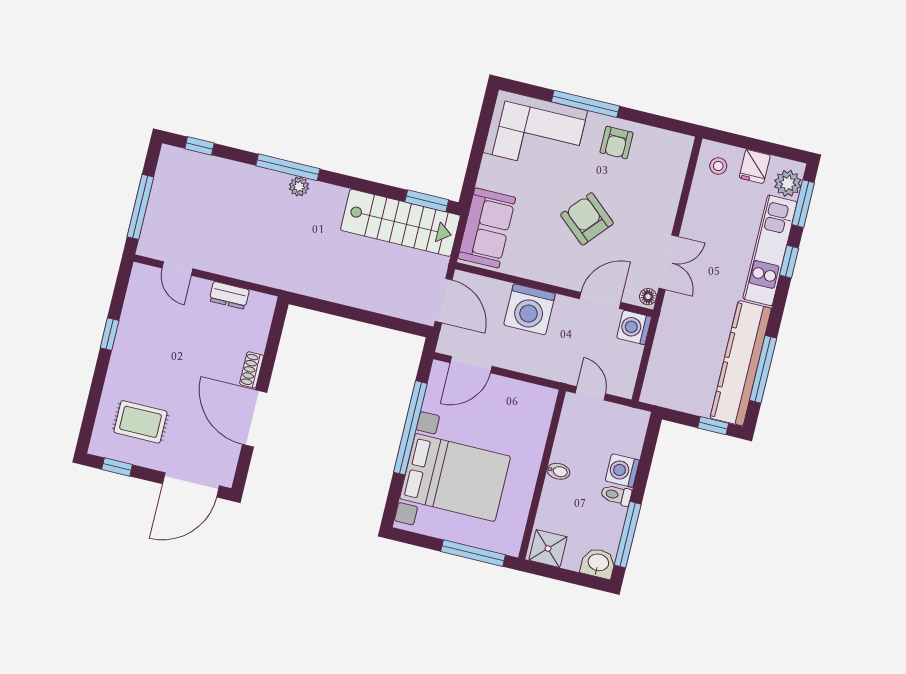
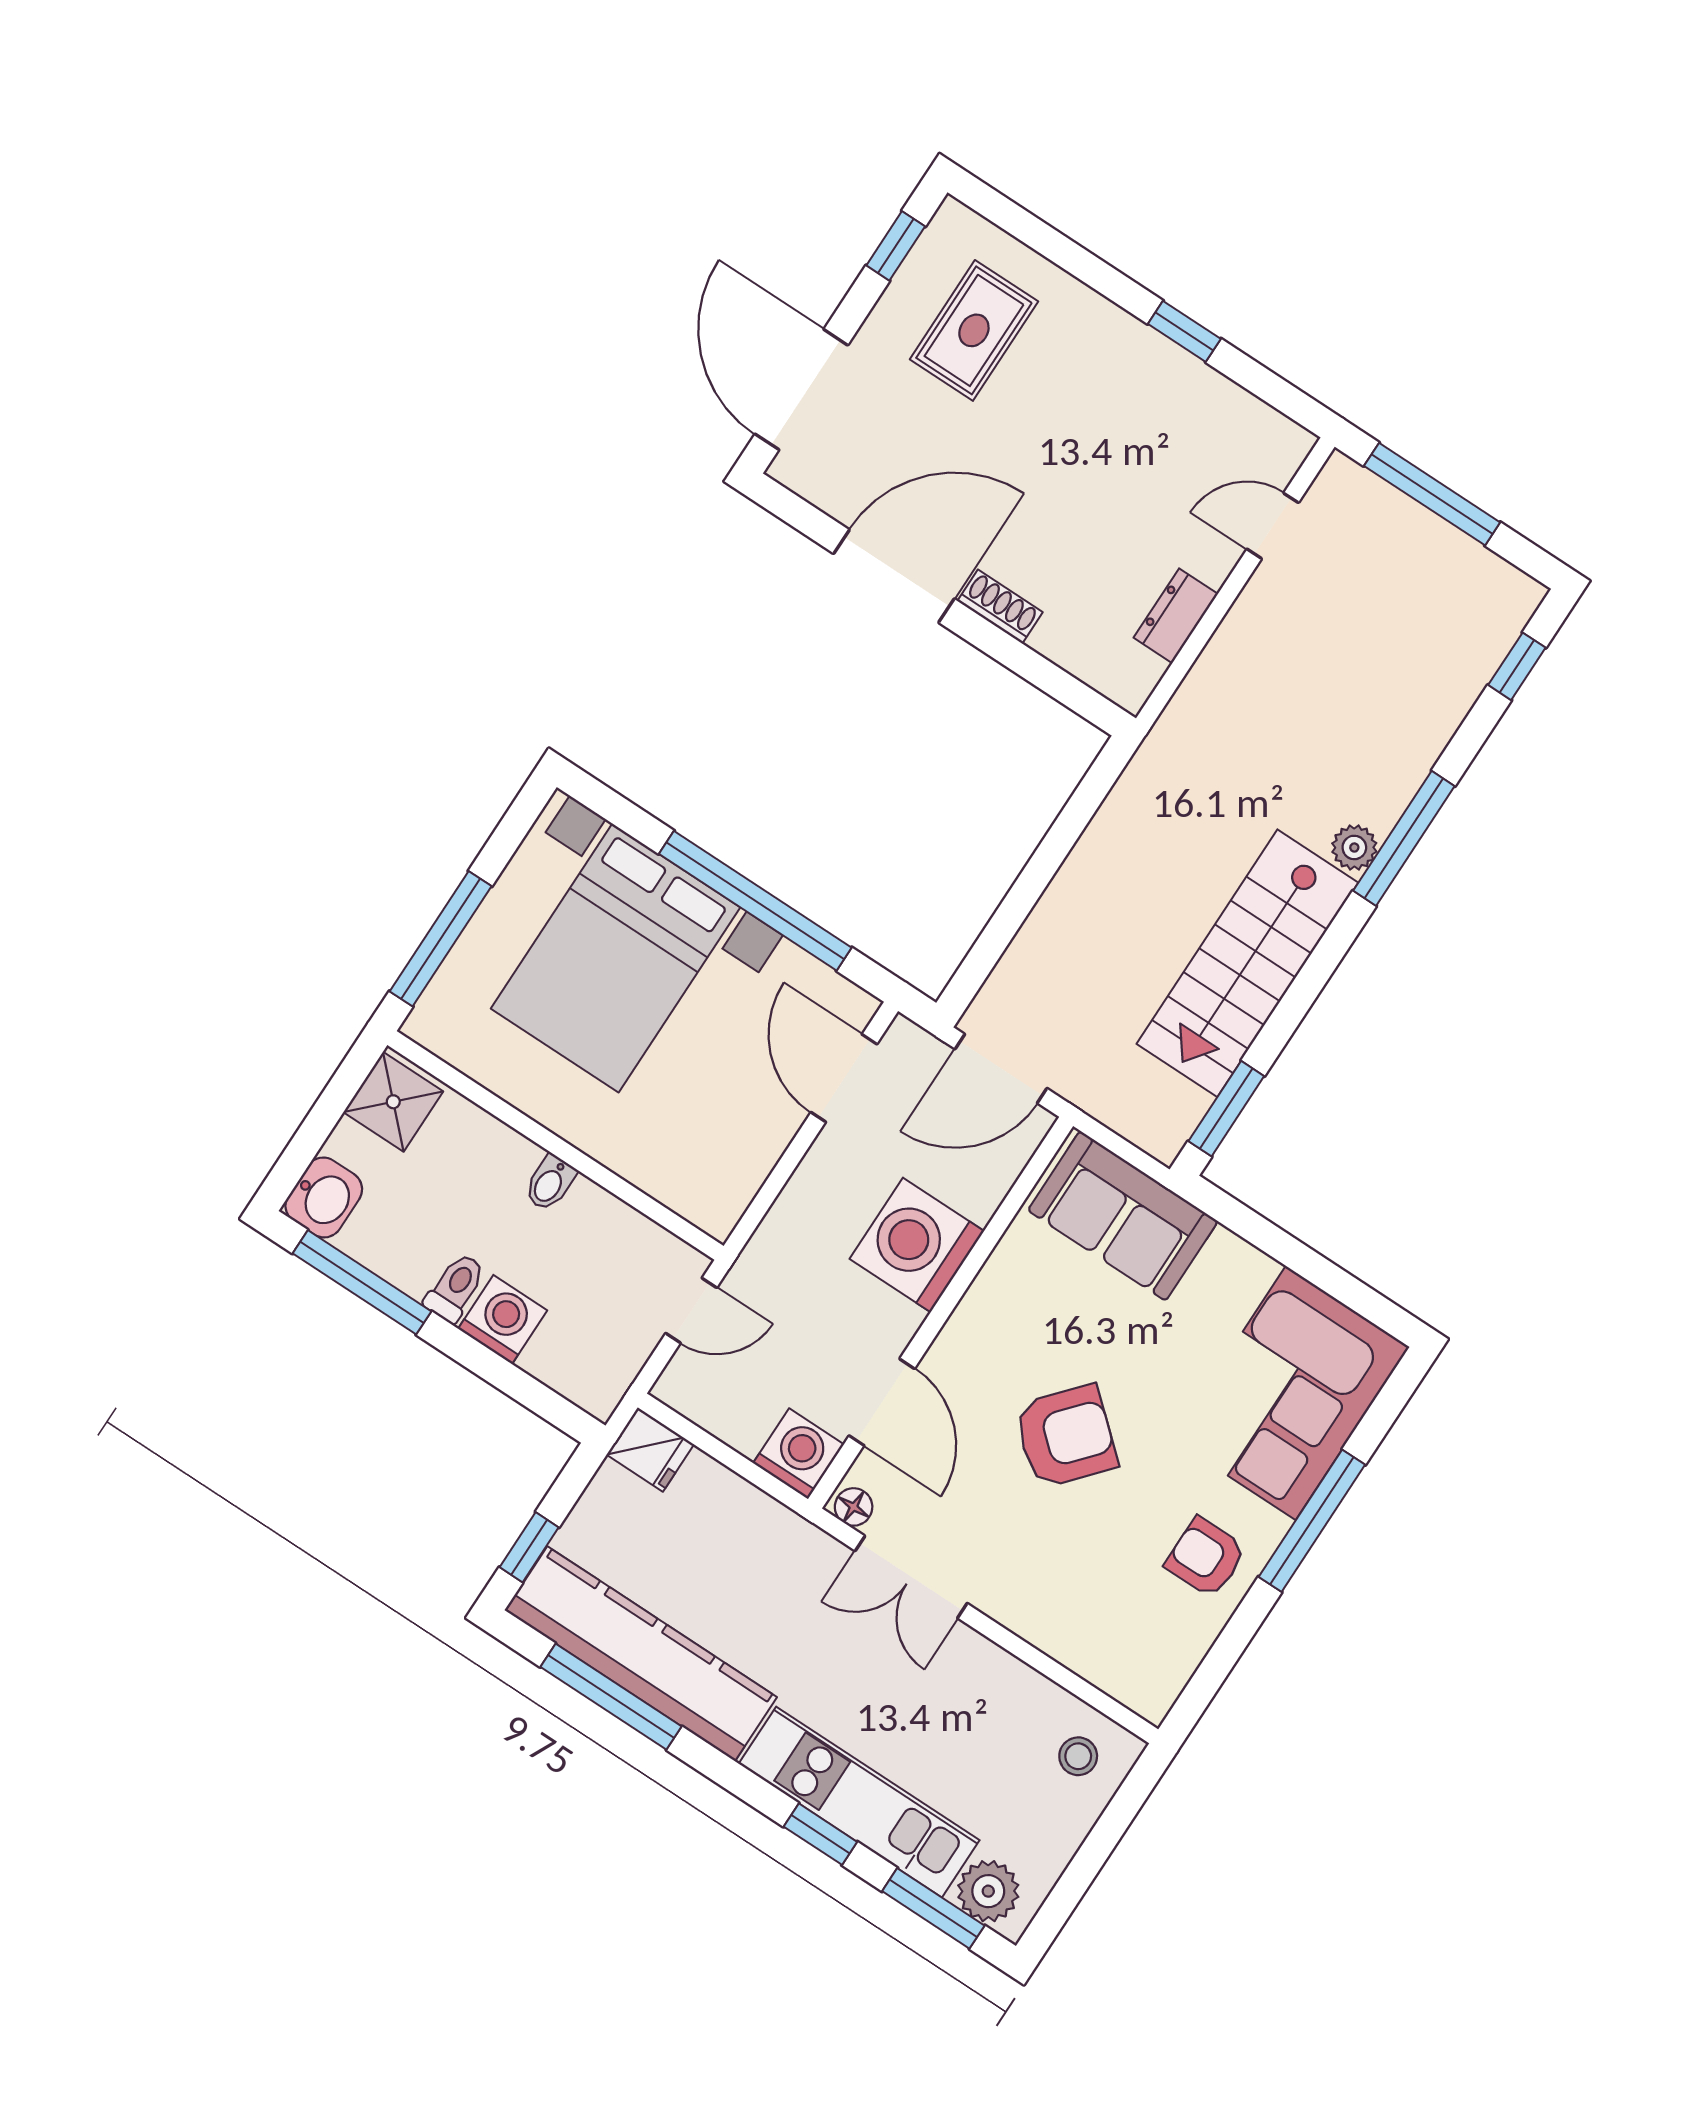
fridge: (755, 166) -> (650, 1450), moved, turned 180
stairs: (400, 223) -> (1247, 963), moved

